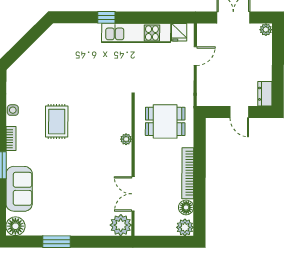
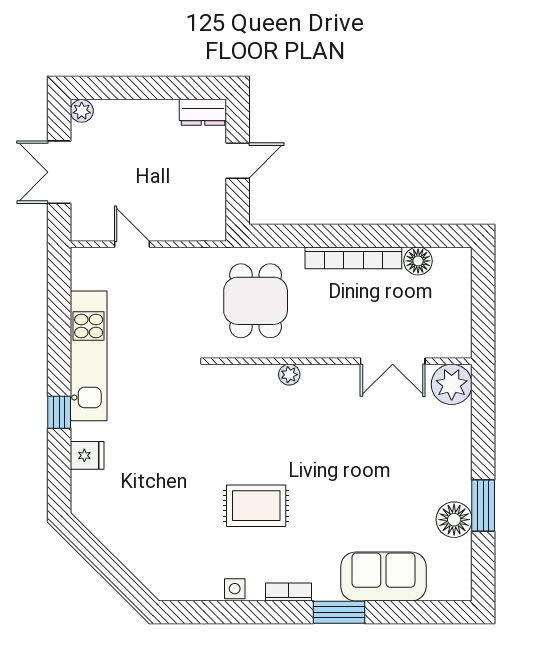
fridge: (179, 32) -> (87, 455), moved
floor lamp: (15, 226) -> (454, 520), moved
plant: (185, 227) -> (456, 263), removed

